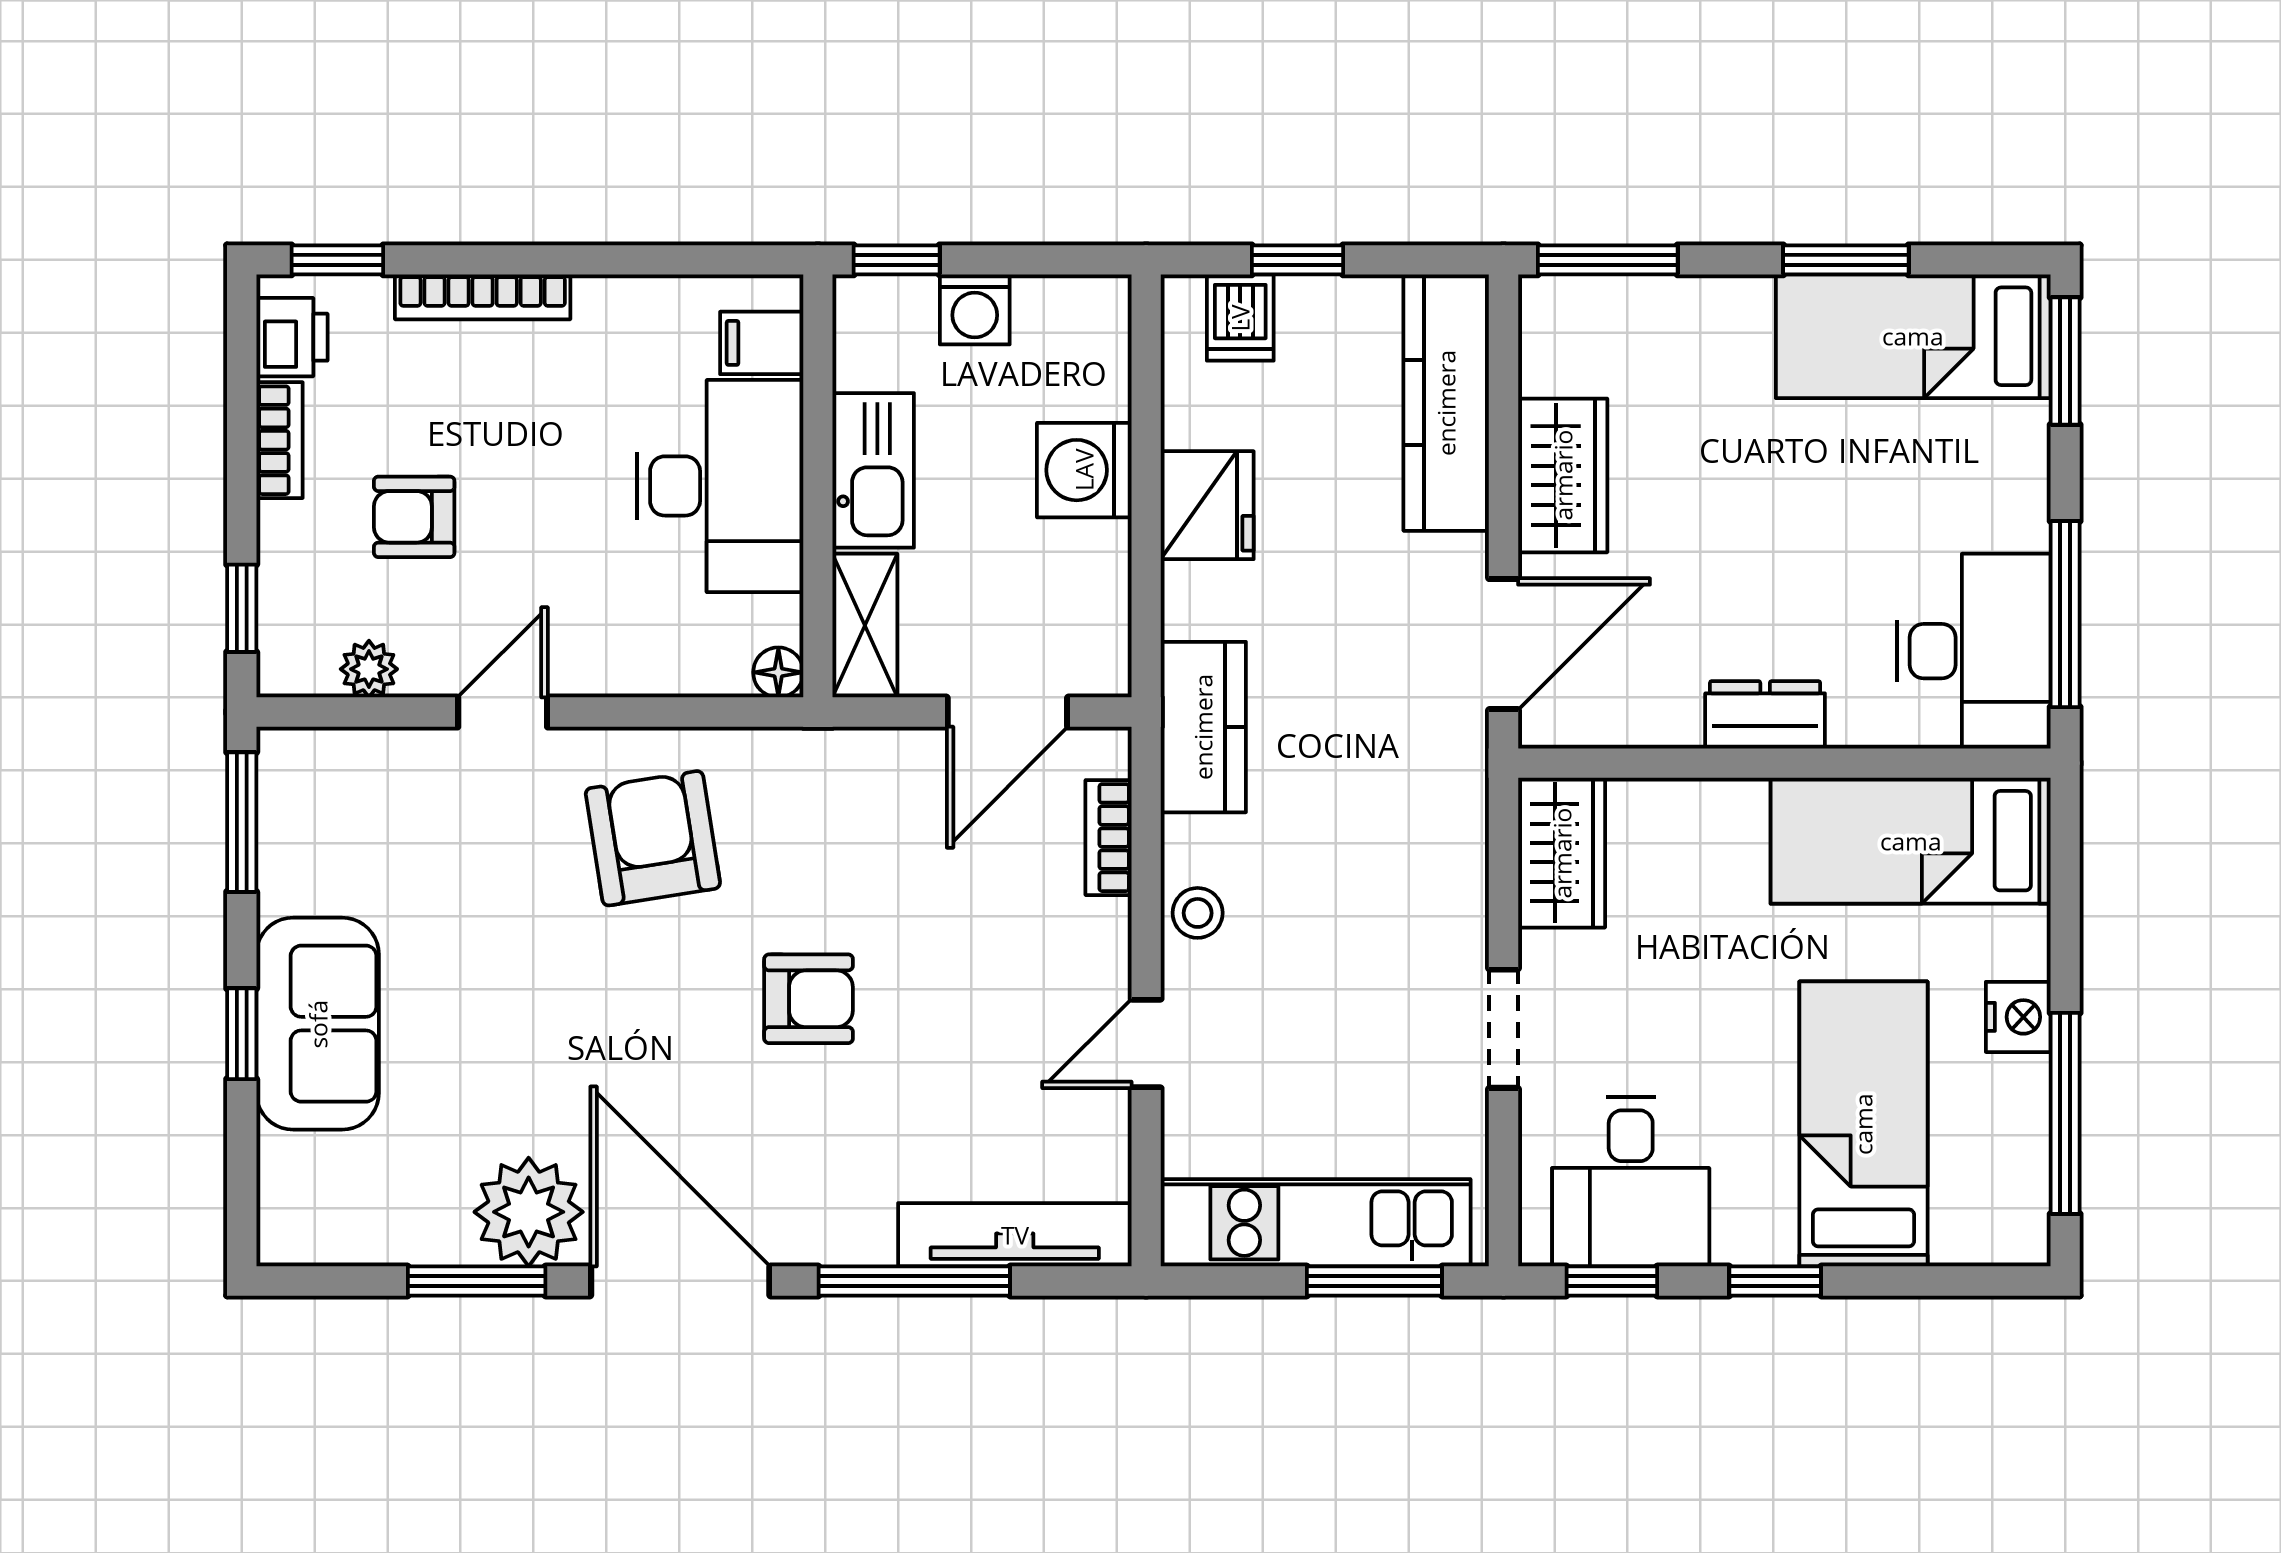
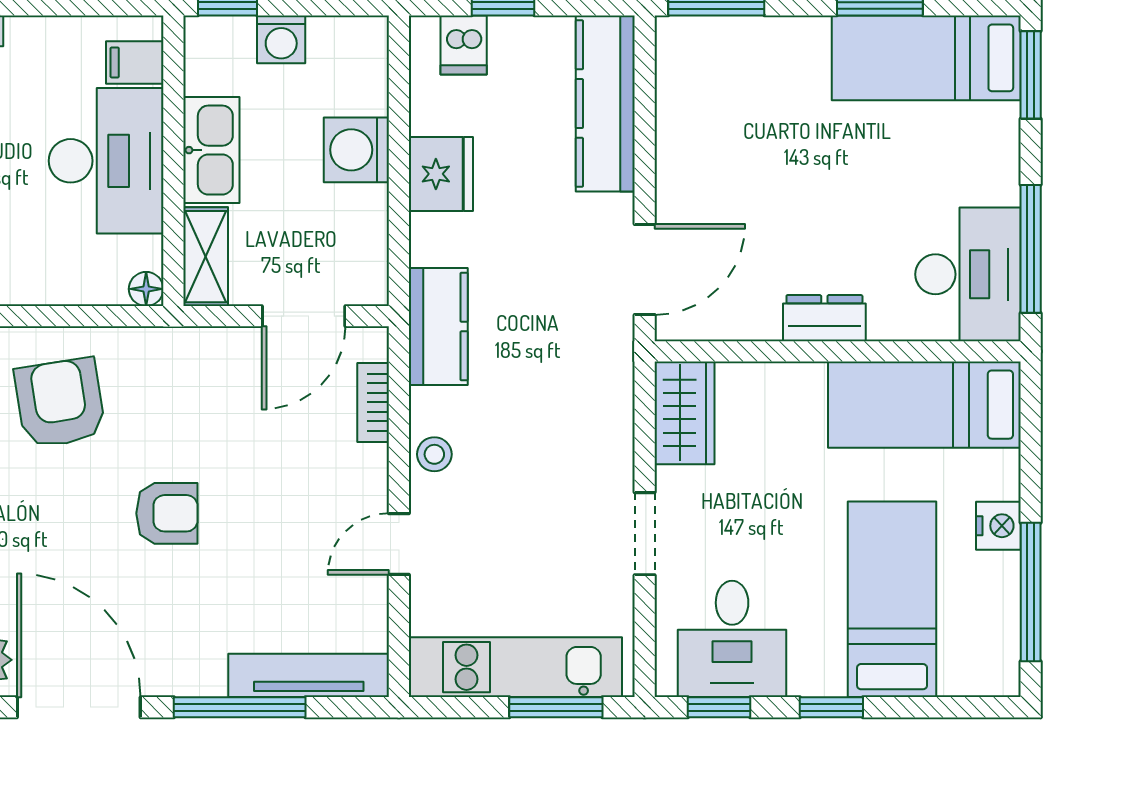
wardrobe: (1563, 475) -> (685, 154), removed

